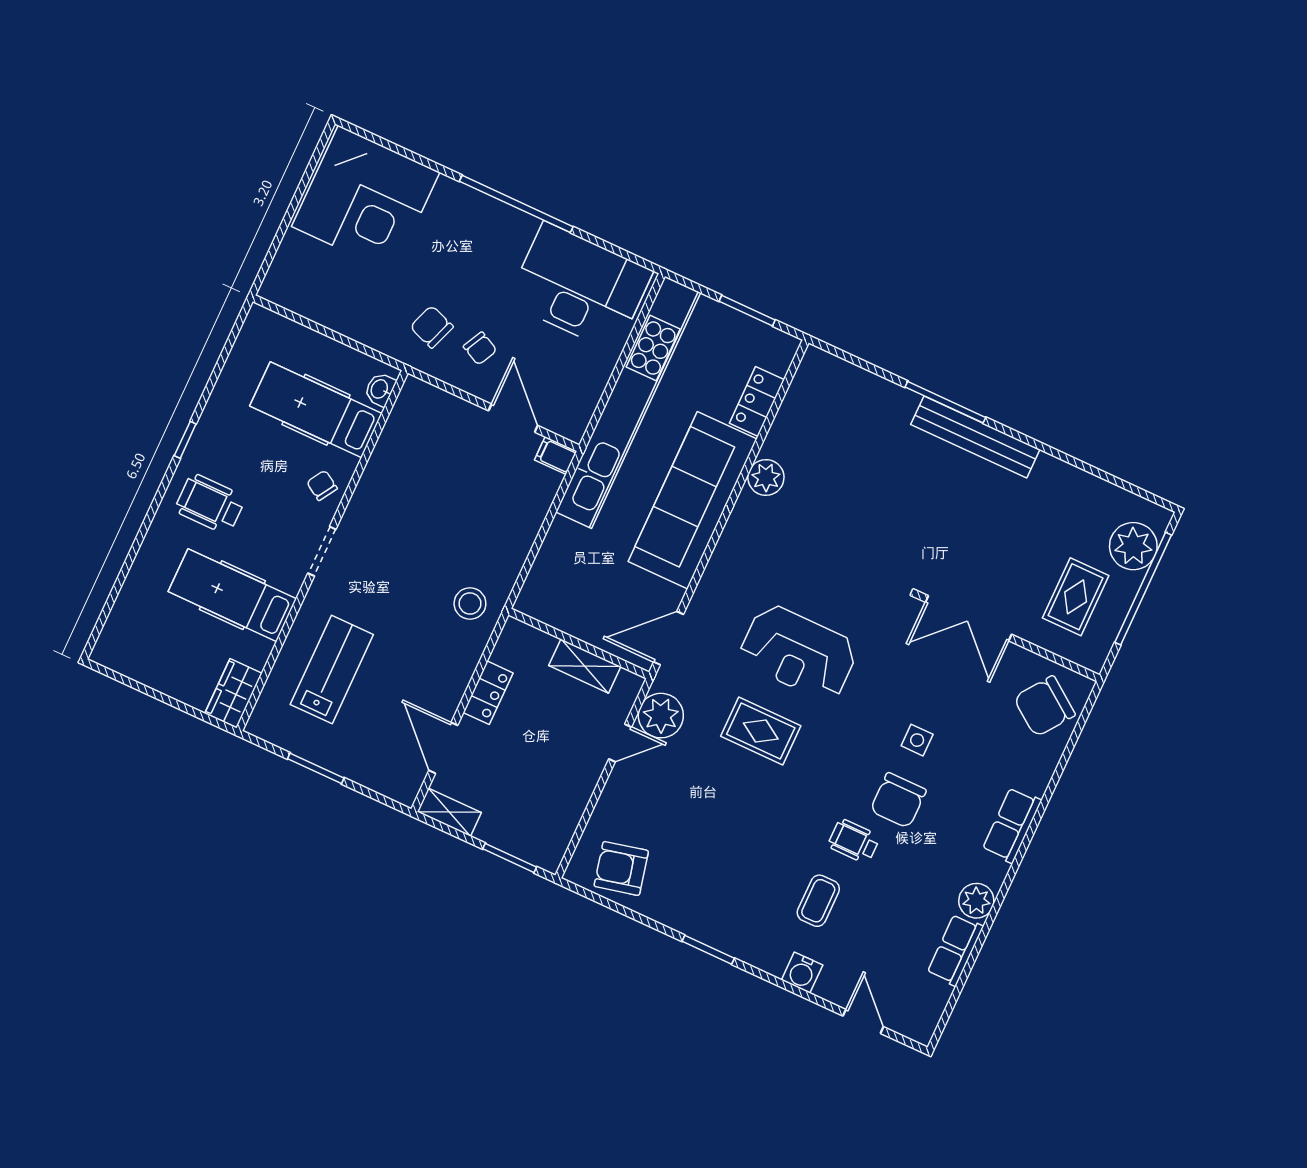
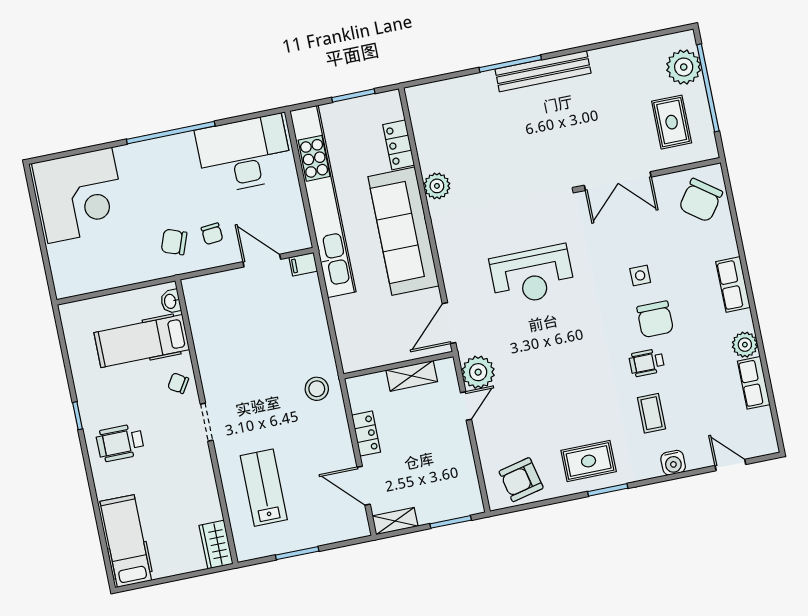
chair: (480, 348) -> (212, 234), turned 58
hospital bed: (232, 595) -> (126, 541), moved, turned 90
rug: (761, 731) -> (589, 461), moved

